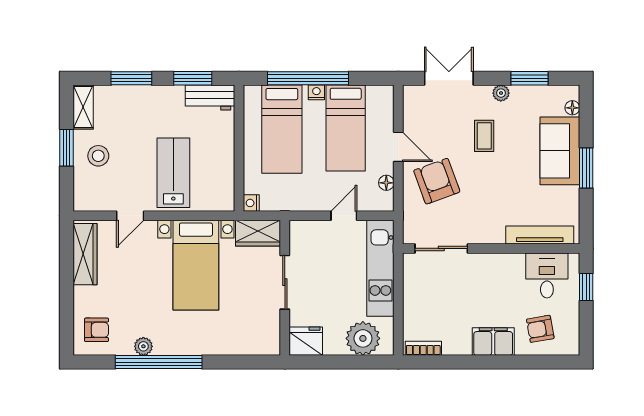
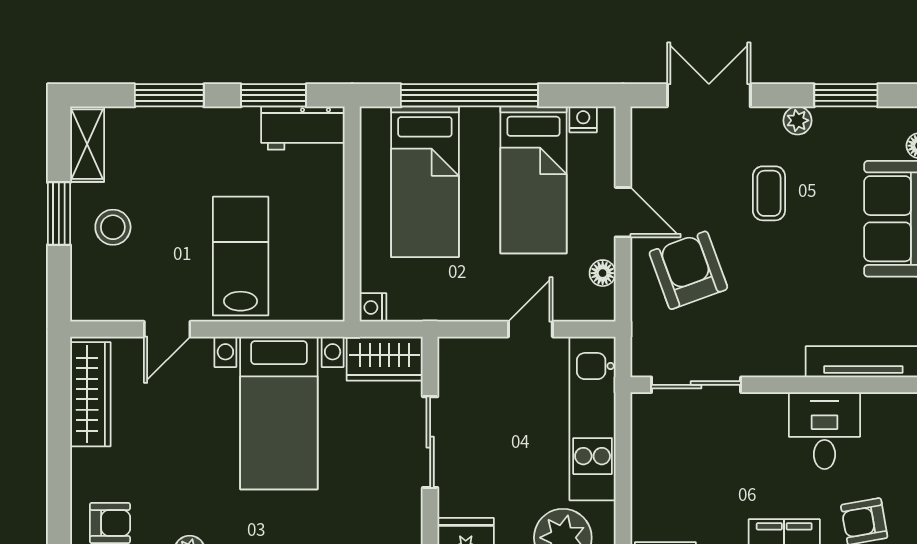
nightstand: (316, 92) -> (583, 119), moved
desk: (547, 275) -> (824, 431), moved

